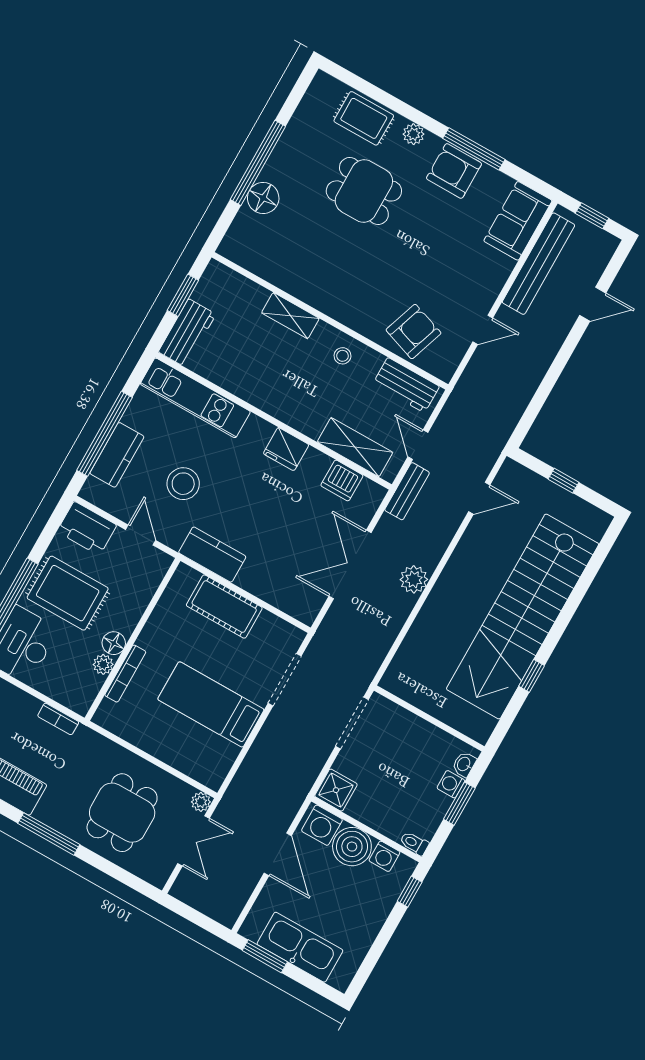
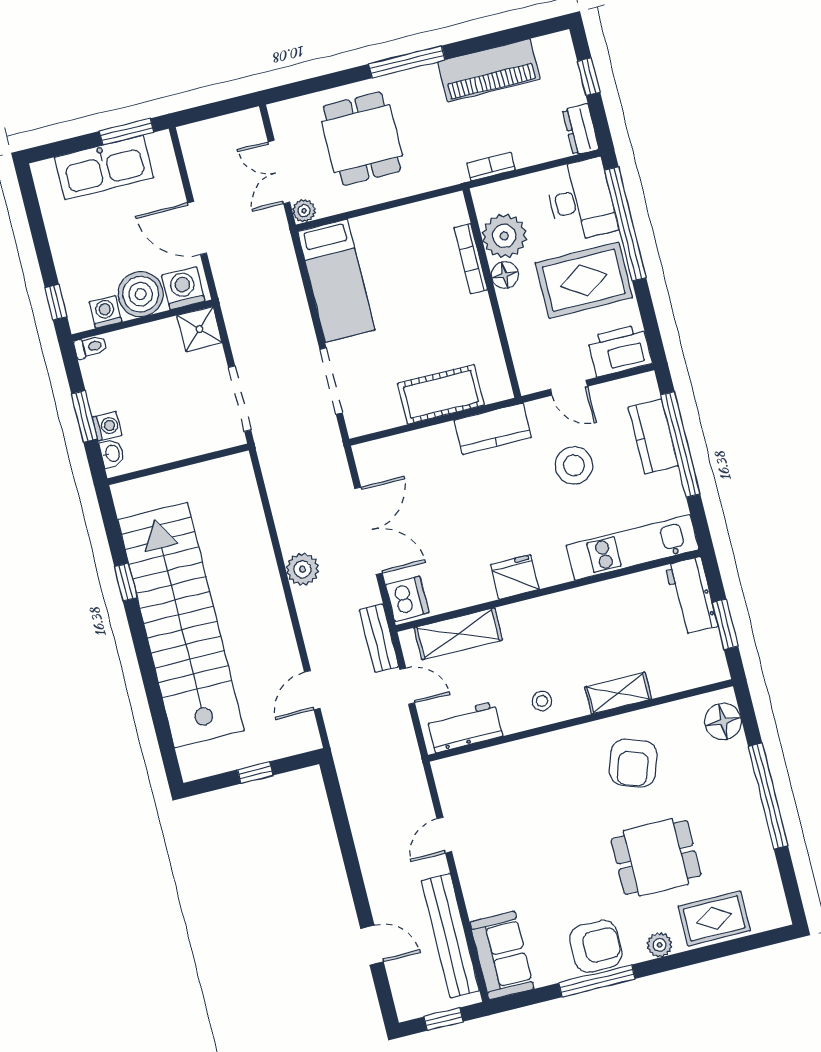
floor lamp: (263, 198) -> (723, 721), moved
door: (593, 304) -> (372, 945), swing flipped
armchair: (414, 332) -> (633, 763), moved
dishwasher: (342, 480) -> (407, 599), moved, turned 90
plant: (103, 664) -> (504, 236), width x1.88, depth x1.88
bed: (211, 704) -> (336, 281), moved, turned 90

